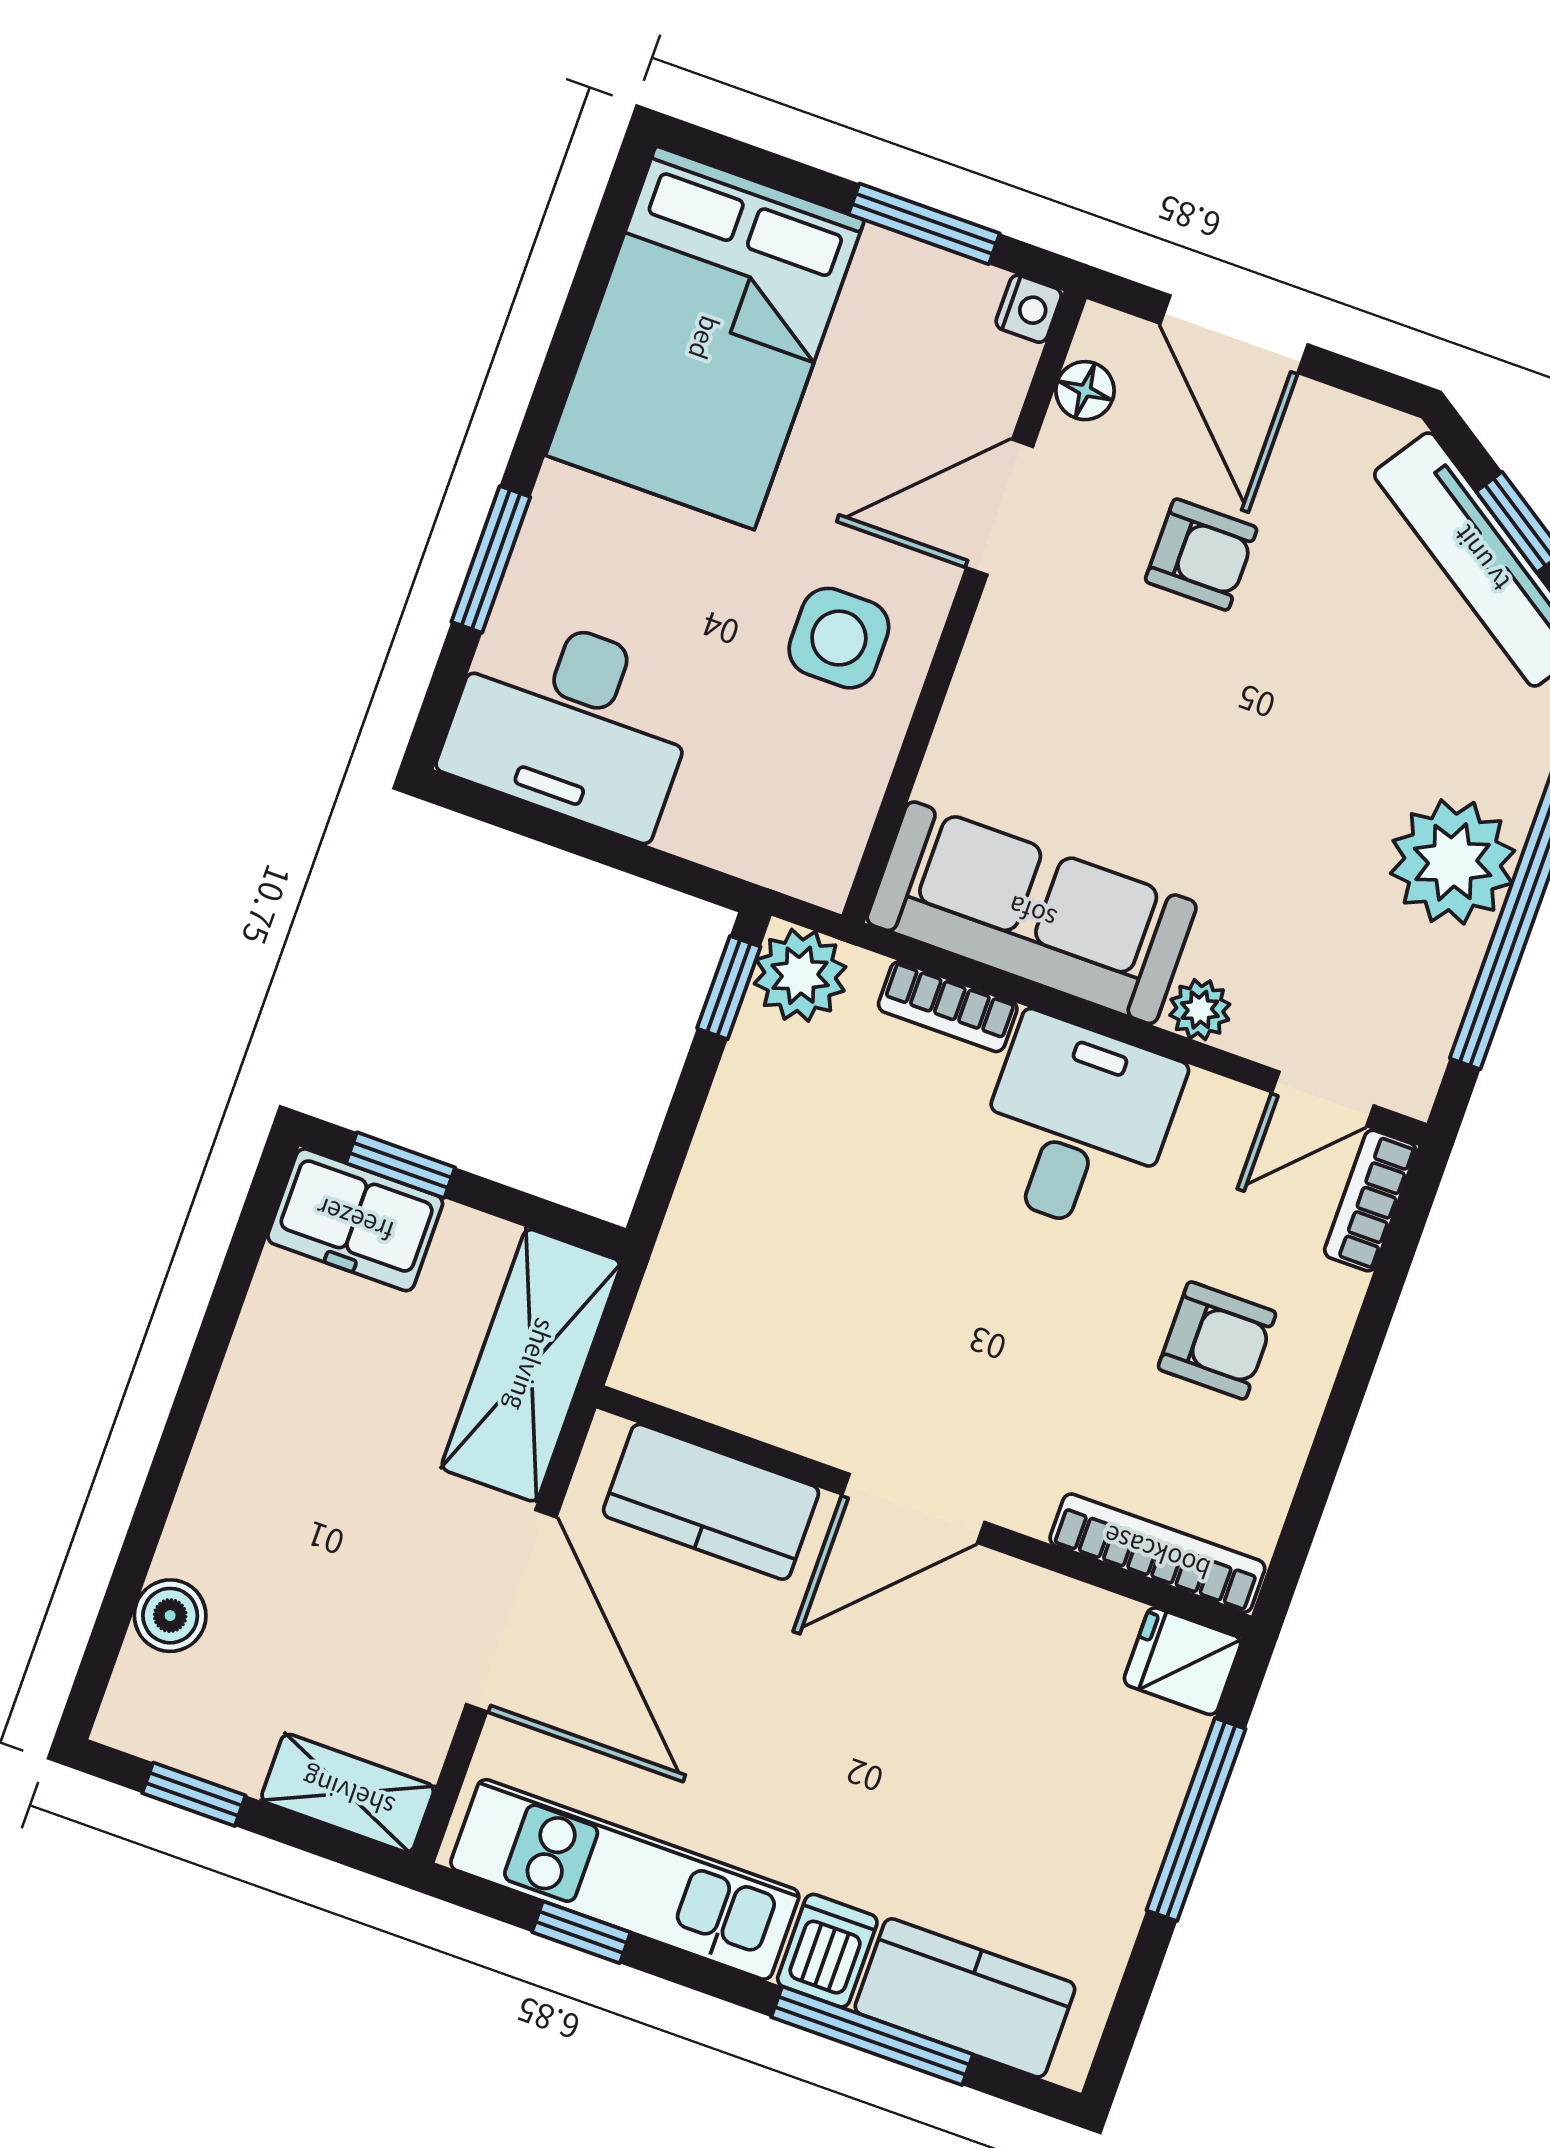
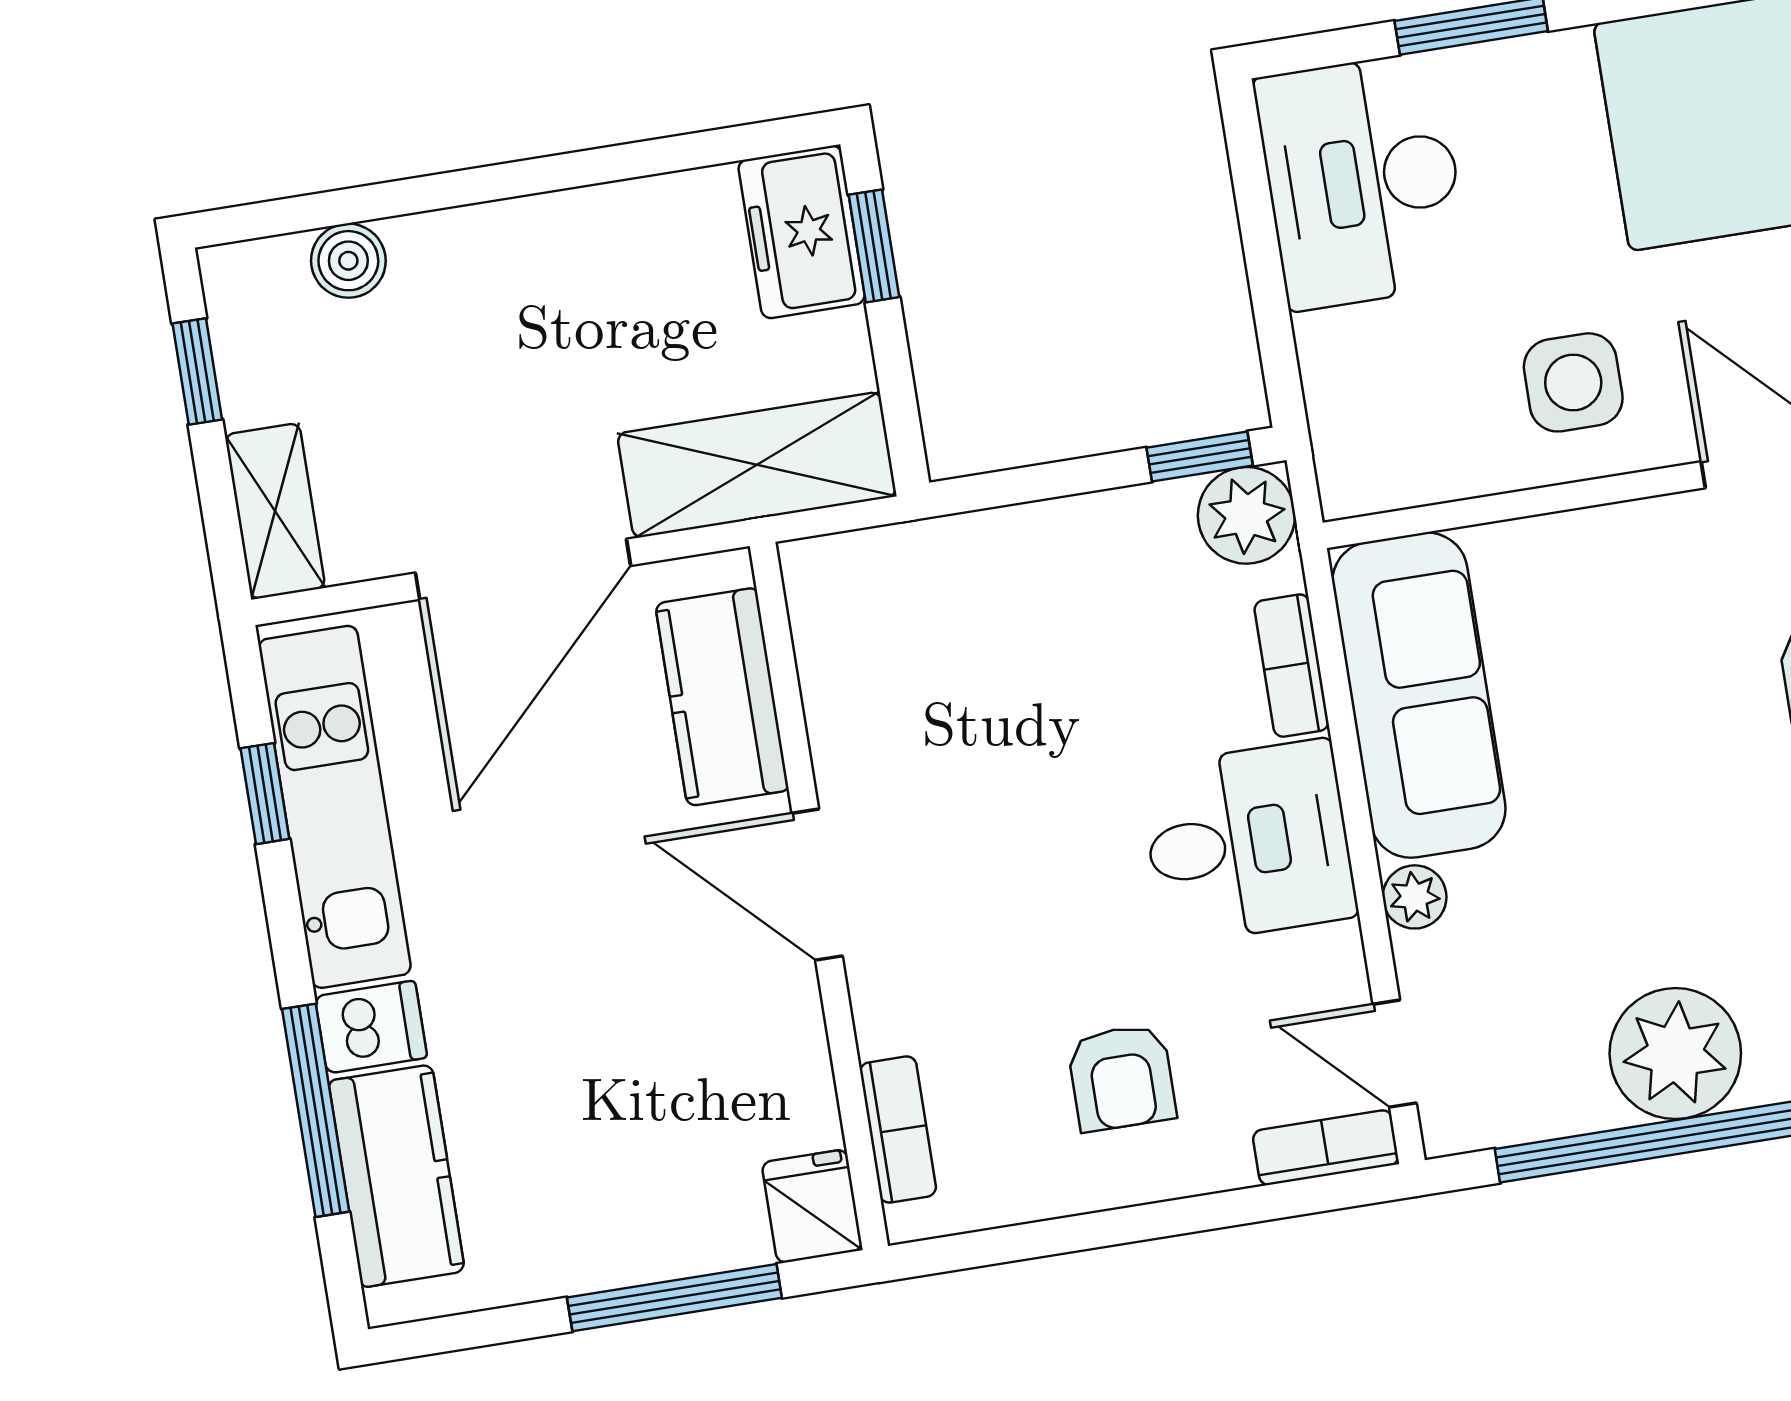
bookcase: (1157, 1553) -> (898, 1130), width x0.64

